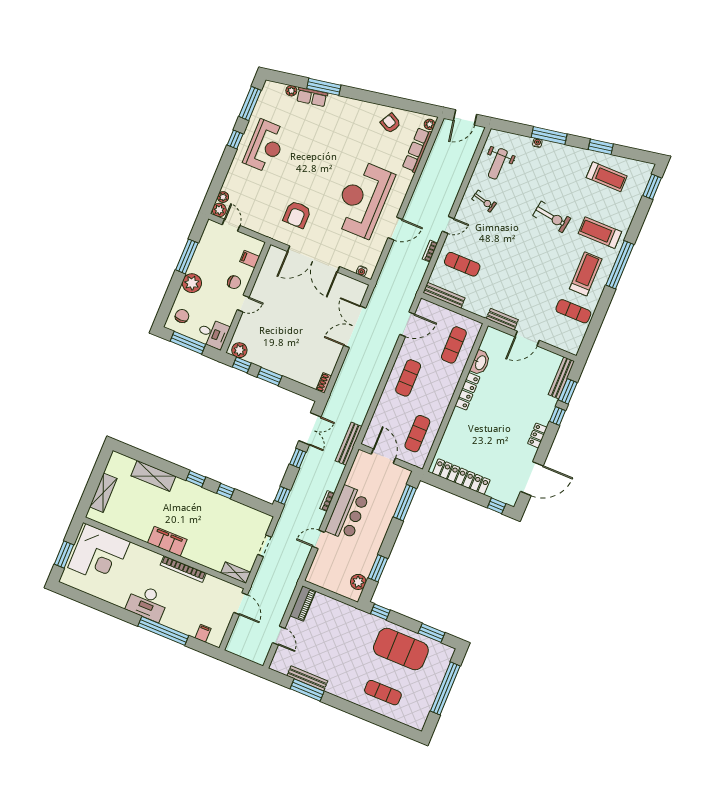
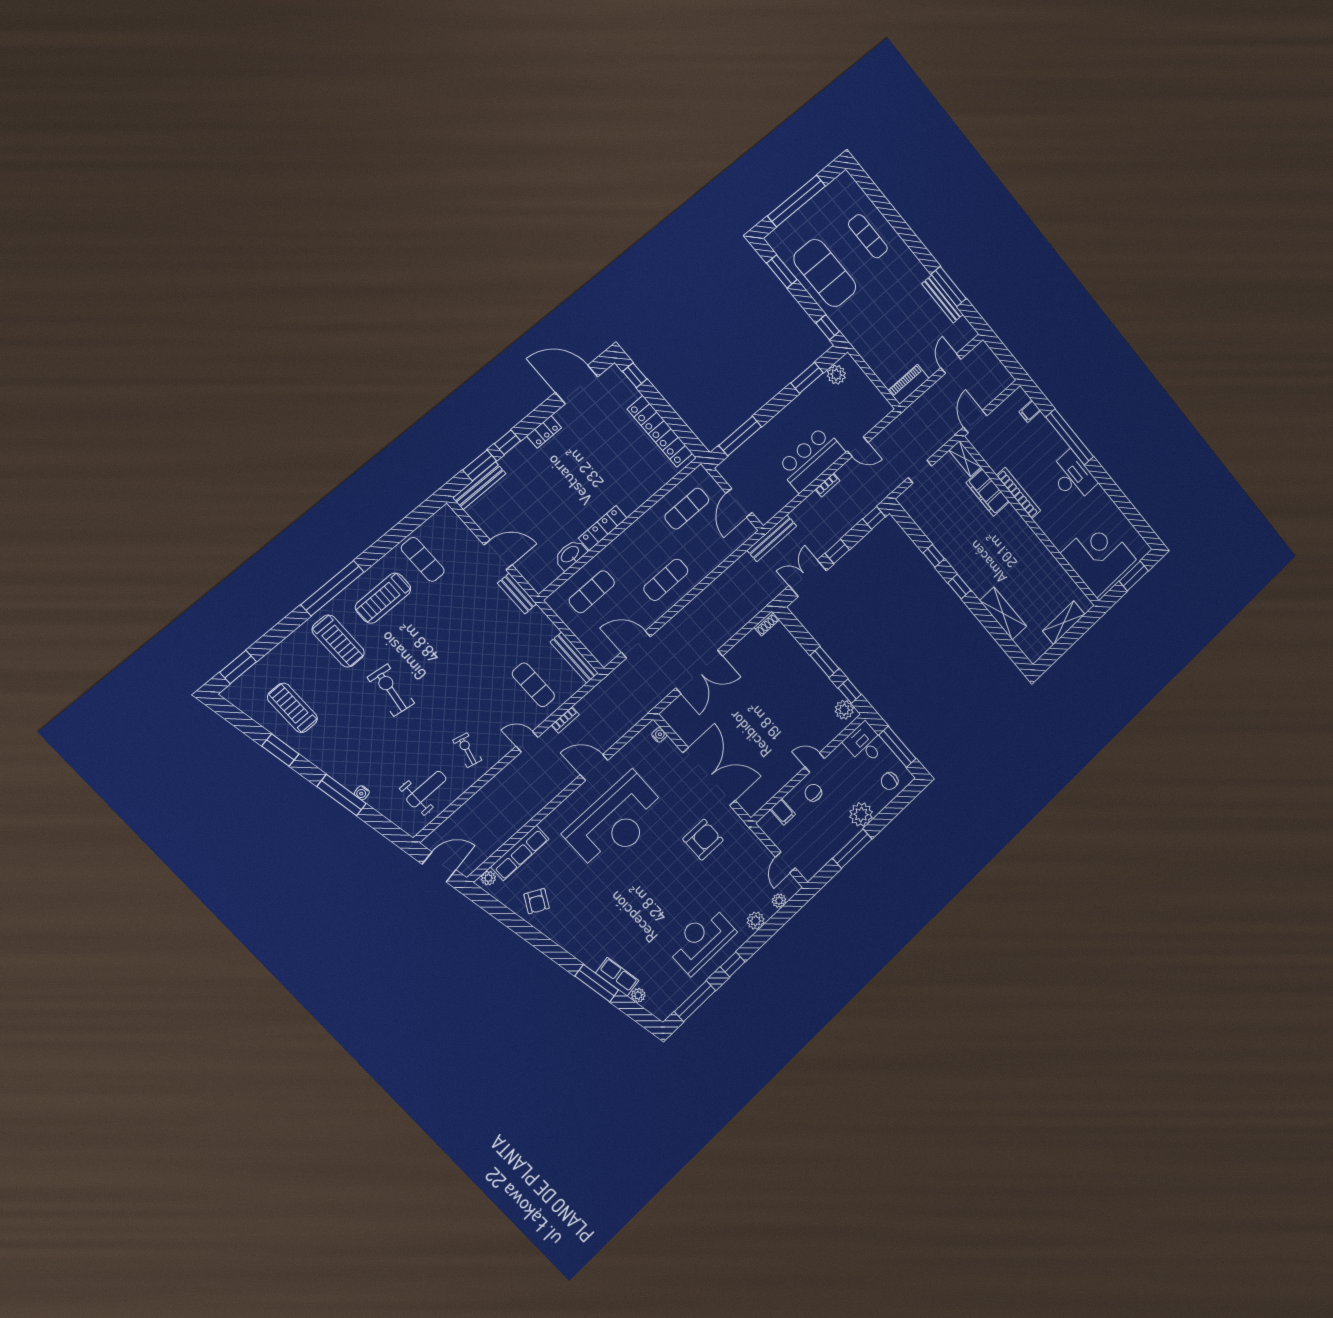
plant: (219, 210) -> (756, 921), moved
filing cabinet: (167, 541) -> (988, 492), moved

